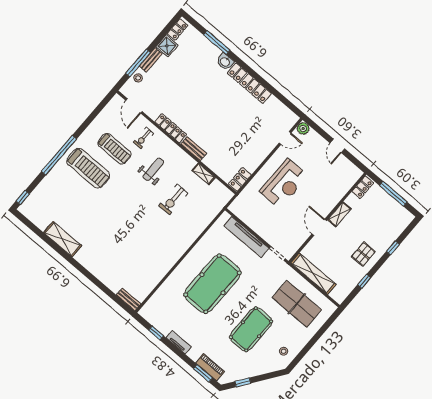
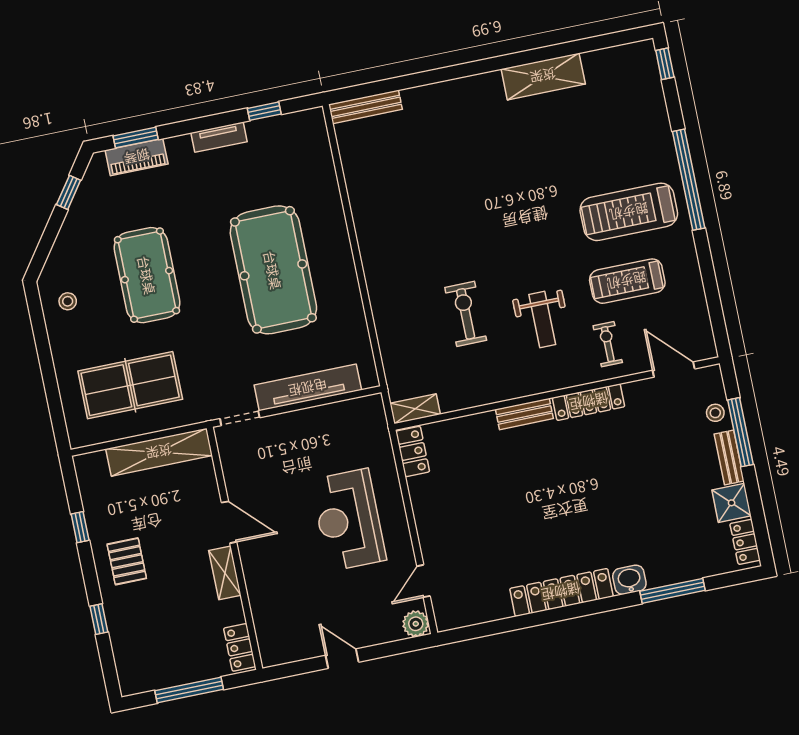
shelving: (204, 174) -> (415, 409), moved
bench: (129, 299) -> (365, 107), width x1.36

